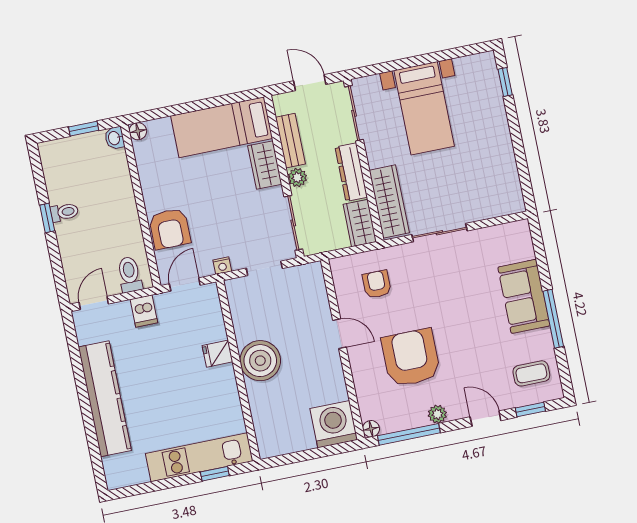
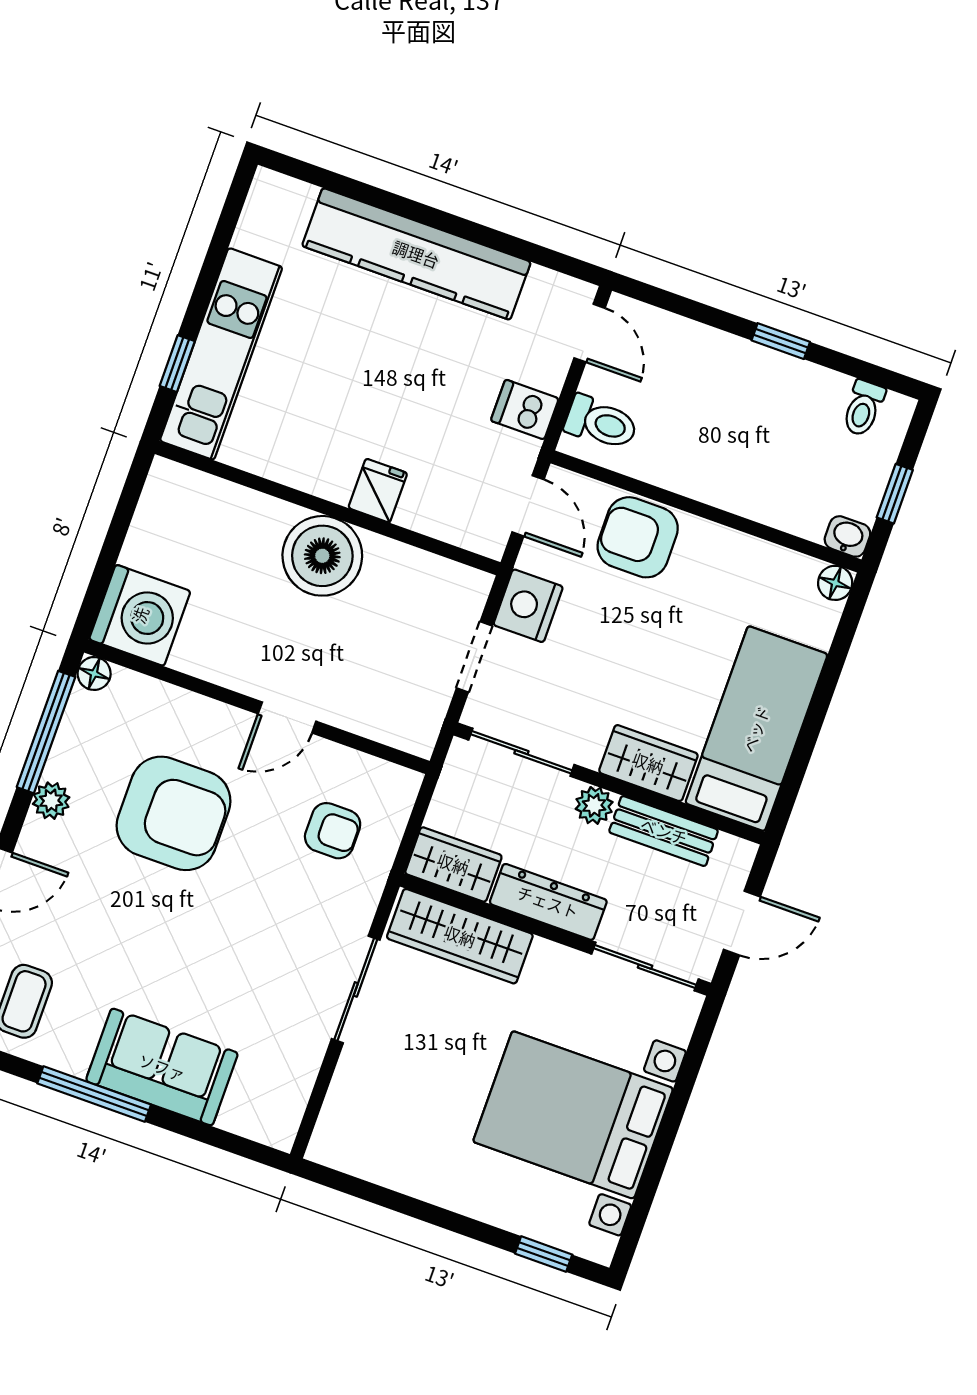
bed with nightstands: (424, 108) -> (573, 1115), width x1.36
toilet: (64, 212) -> (863, 408), moved
nightstand: (222, 266) -> (528, 606), width x1.89, depth x1.79

